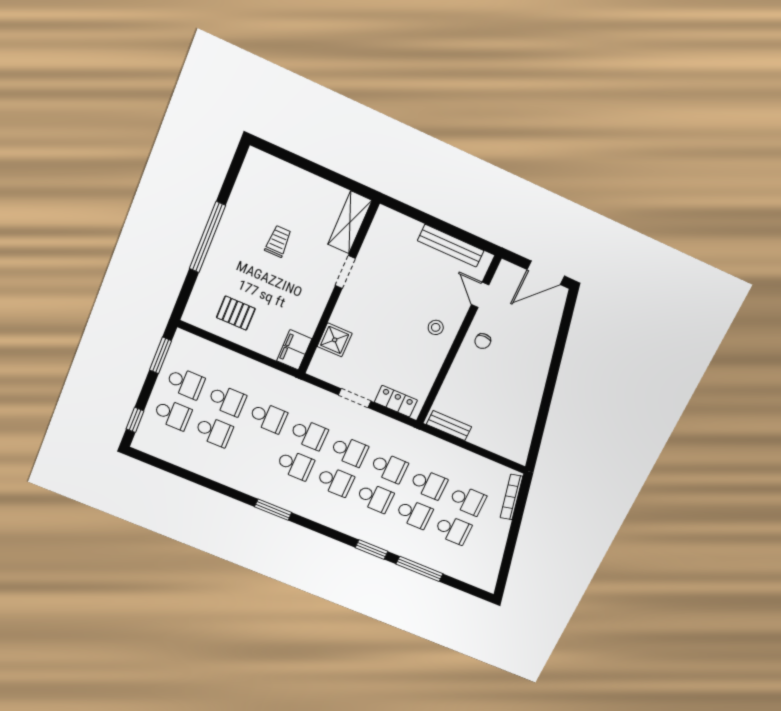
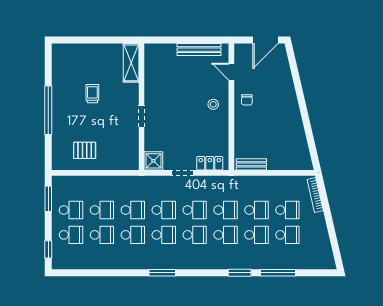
doorway: (345, 272) -> (142, 116), moved
shower: (335, 340) -> (153, 161), moved
filing cabinet: (294, 350) -> (131, 158), removed
school desk: (255, 448) -> (133, 235), added

